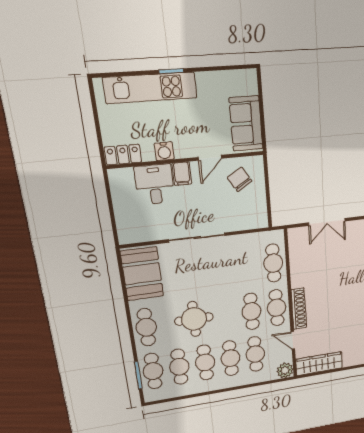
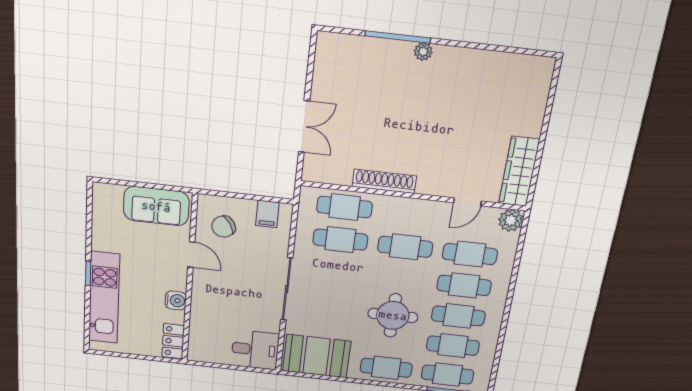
filing cabinet: (182, 174) -> (267, 214), moved, turned 90
desk: (155, 184) -> (255, 350), moved, turned 180
cafe table: (277, 308) -> (340, 240), moved
shoe rack: (299, 309) -> (384, 181), moved

